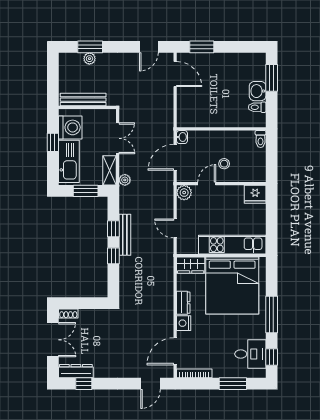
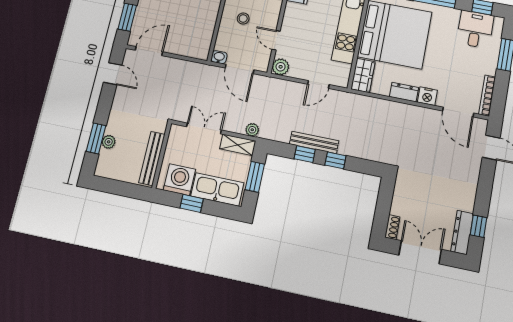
stool: (224, 164) -> (243, 19), moved

